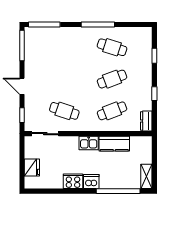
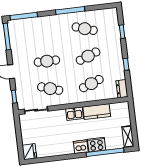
cafe table: (64, 79) -> (47, 61), added
fridge: (32, 167) -> (29, 152), moved
cooker: (73, 181) -> (97, 145), moved

